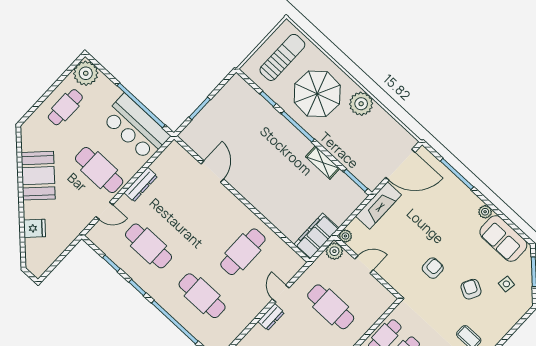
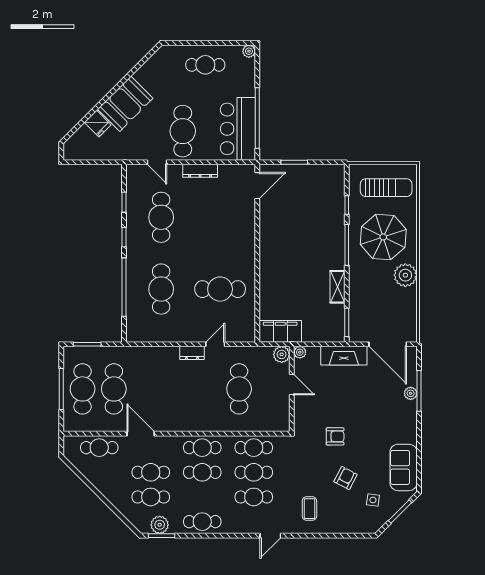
plant: (86, 73) -> (249, 51), width x0.53, depth x0.53
door: (212, 171) -> (257, 186), moved
booth: (38, 176) -> (125, 104), moved
plant: (485, 212) -> (411, 393), moved

